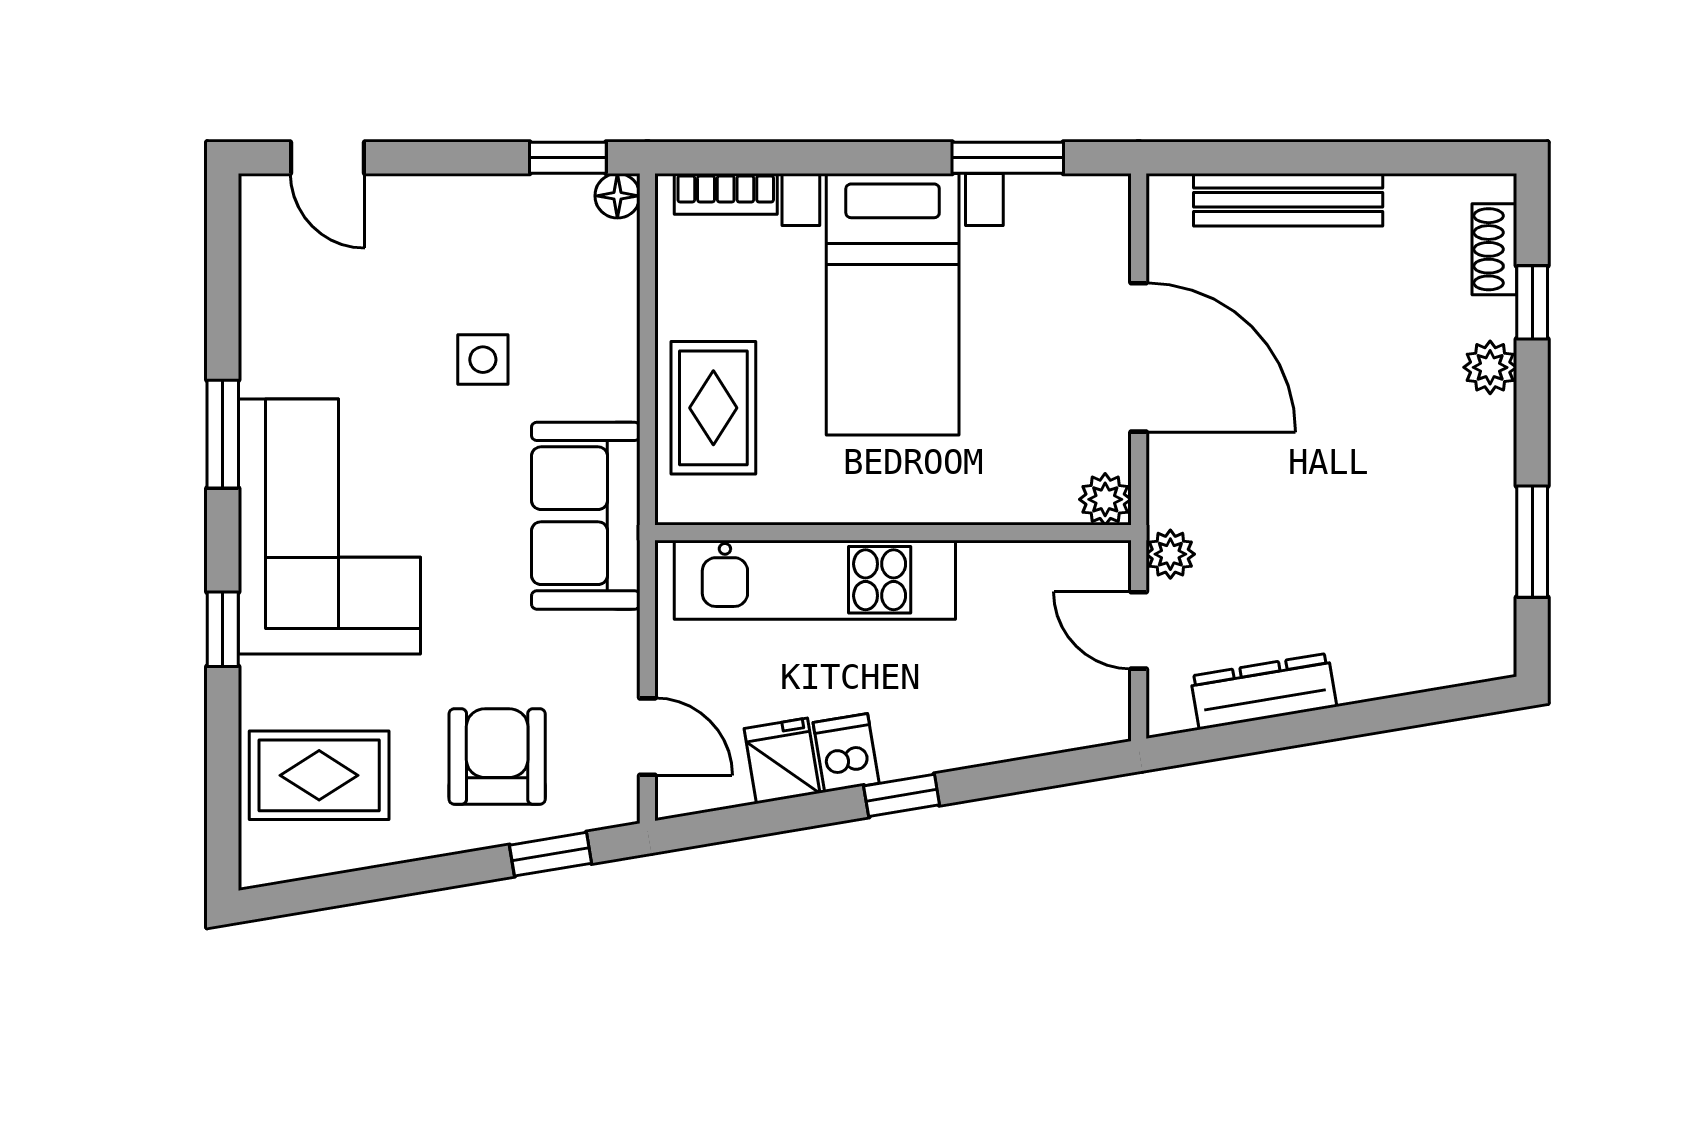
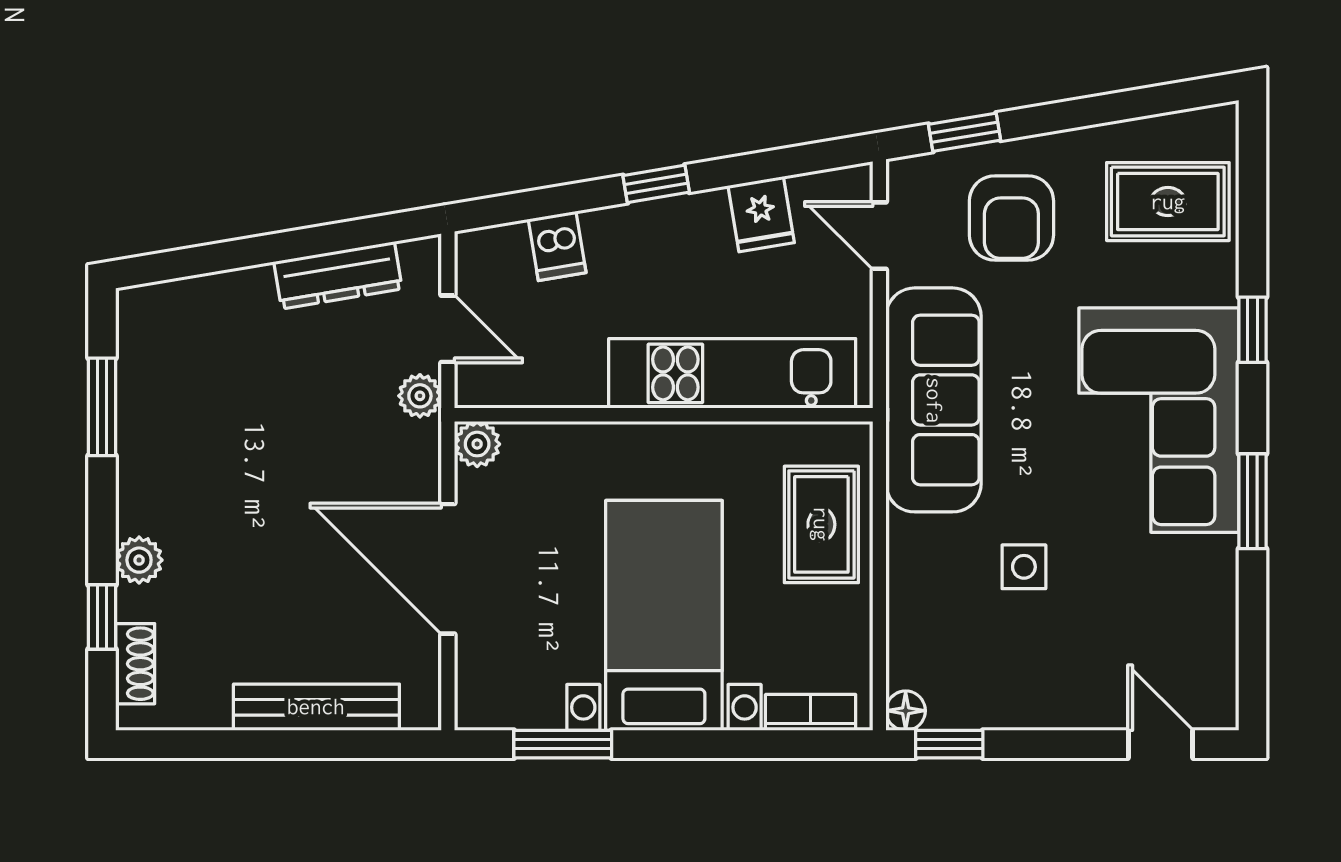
sofa: (586, 516) -> (934, 400), width x1.36
dishwasher: (846, 753) -> (557, 246), moved

